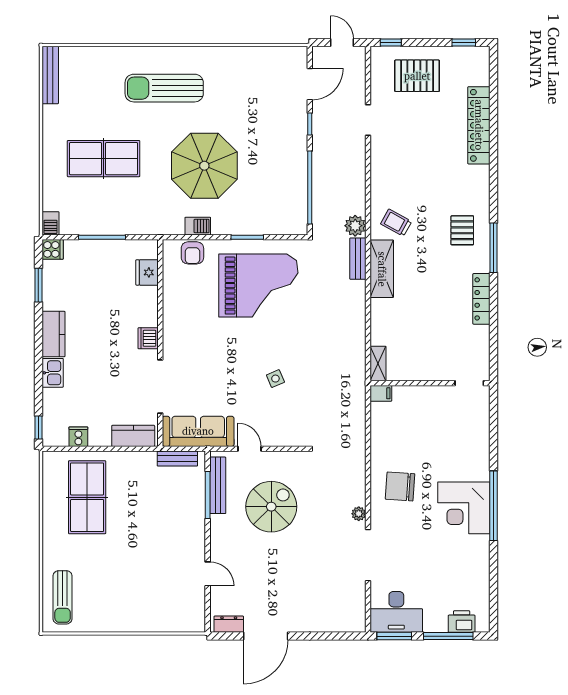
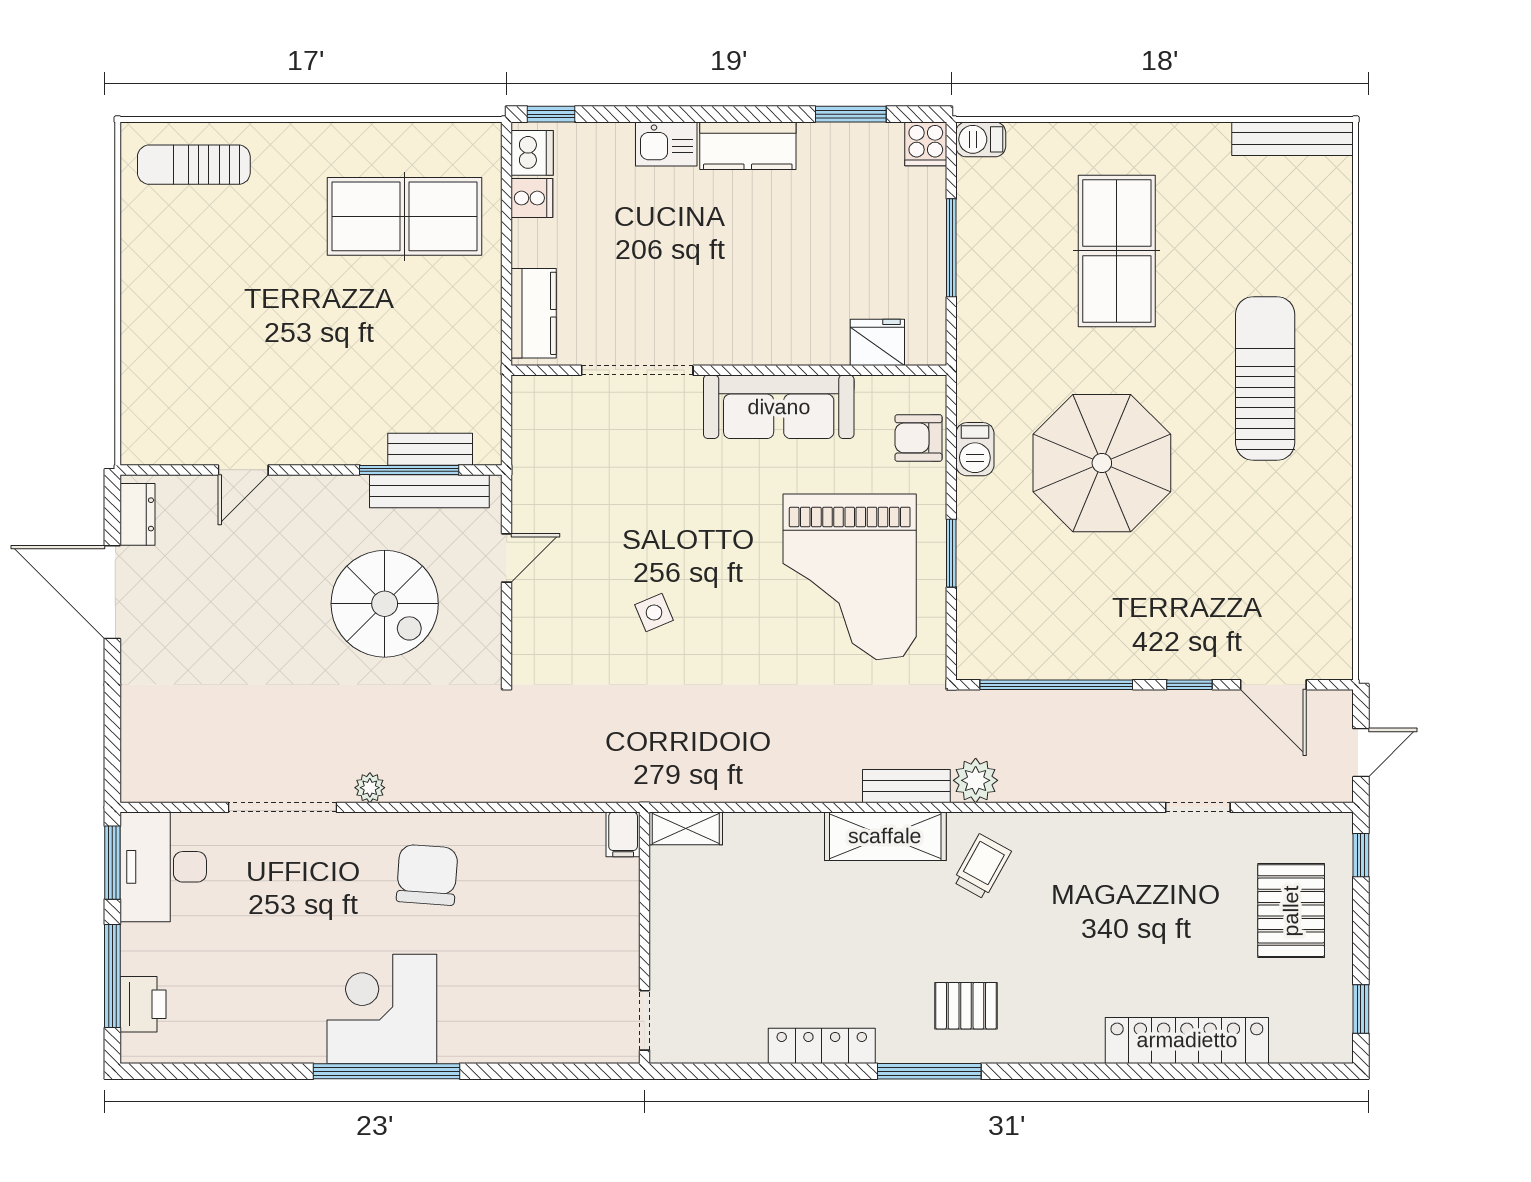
dishwasher: (148, 338) -> (532, 153), moved, turned 90
sofa: (198, 431) -> (779, 407), moved, turned 90
bench: (177, 459) -> (430, 449), moved, turned 90

